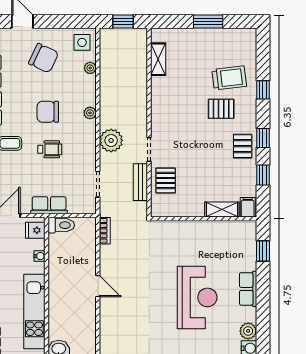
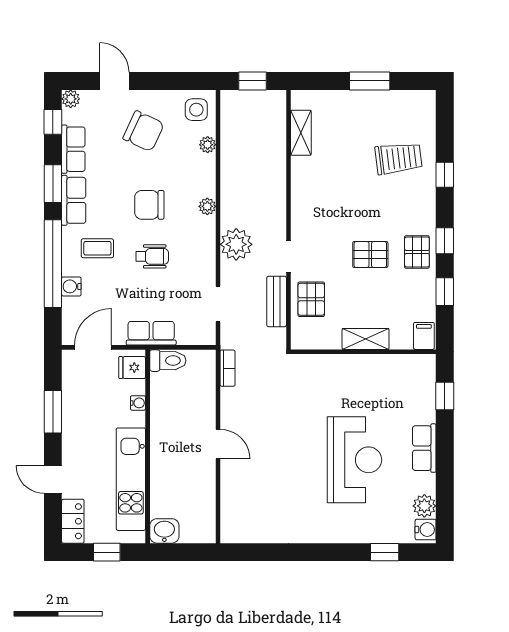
pallet: (221, 109) -> (370, 255), moved
shelving: (222, 209) -> (366, 339), moved

